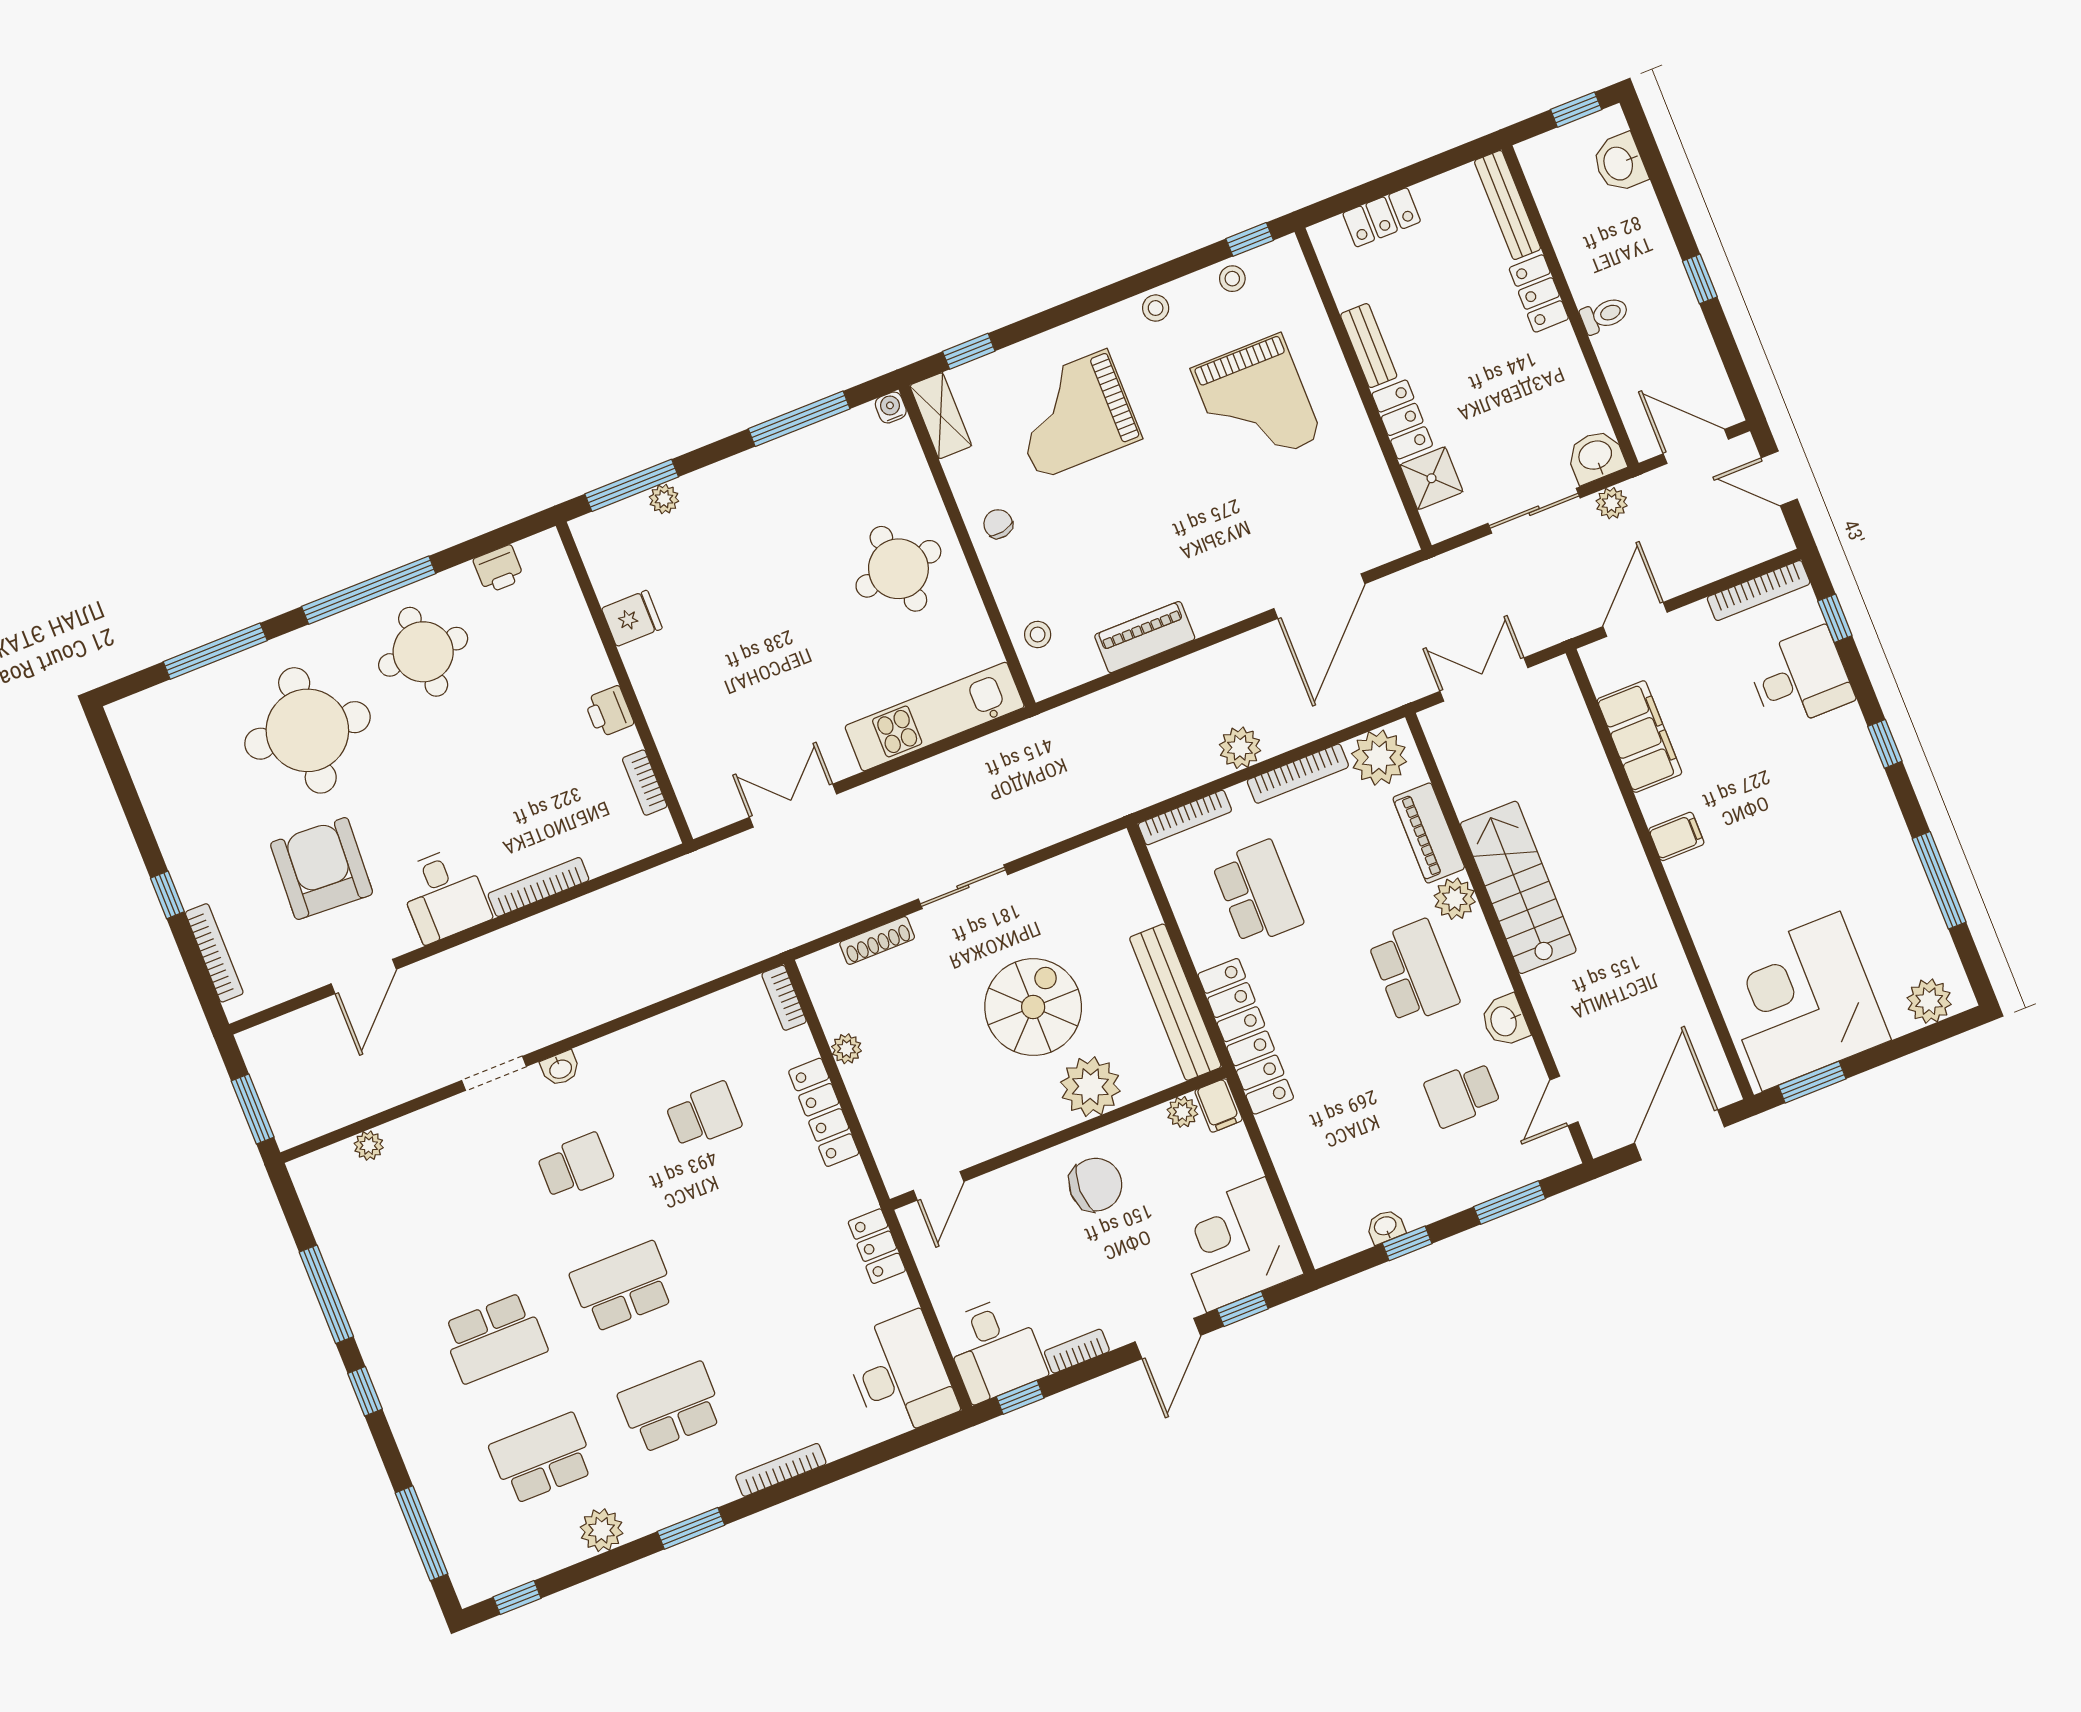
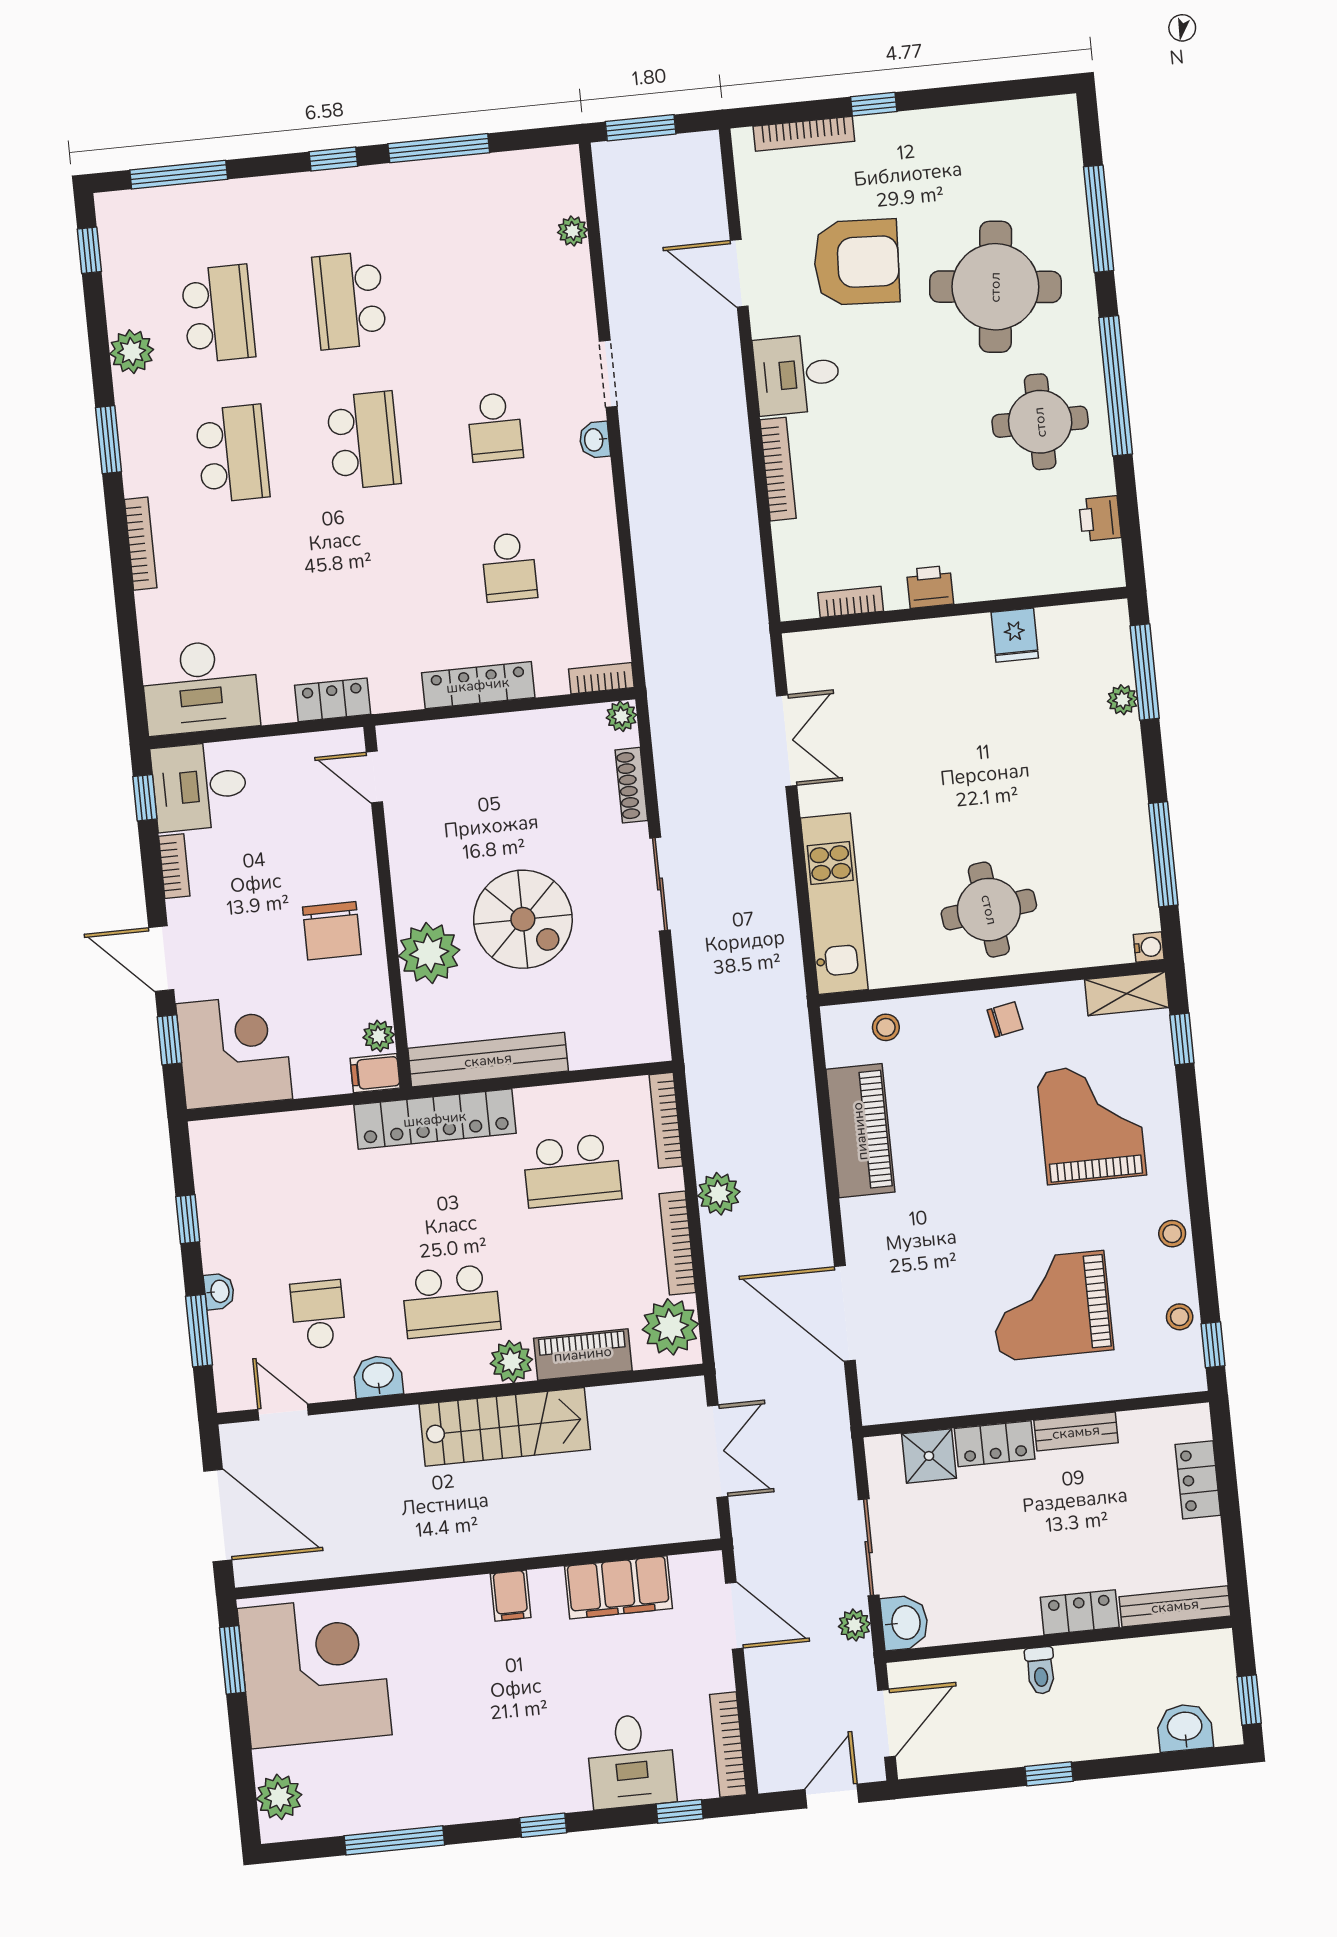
piano: (1145, 637) -> (860, 1131), width x1.37, depth x1.33
plant: (847, 1049) -> (621, 716), moved
washbasin: (1385, 1227) -> (219, 1291), moved

